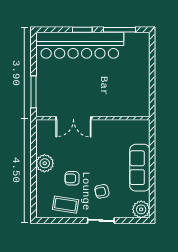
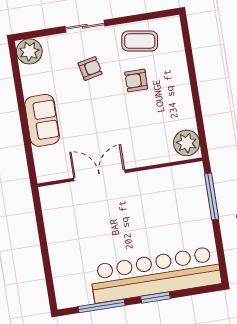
double door: (73, 118) -> (99, 175), moved
plant: (45, 163) -> (187, 143), moved
sofa: (140, 168) -> (42, 120), width x0.73
armchair: (72, 178) -> (136, 80), turned 180

